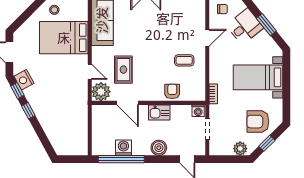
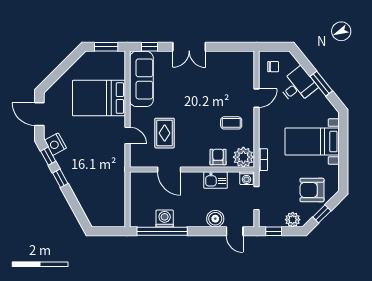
stool: (54, 10) -> (89, 68), removed
plant: (101, 92) -> (243, 157), moved
kitchen sink: (159, 112) -> (216, 180), moved
boiler: (159, 148) -> (215, 219), moved
window: (223, 159) -> (274, 231), added

